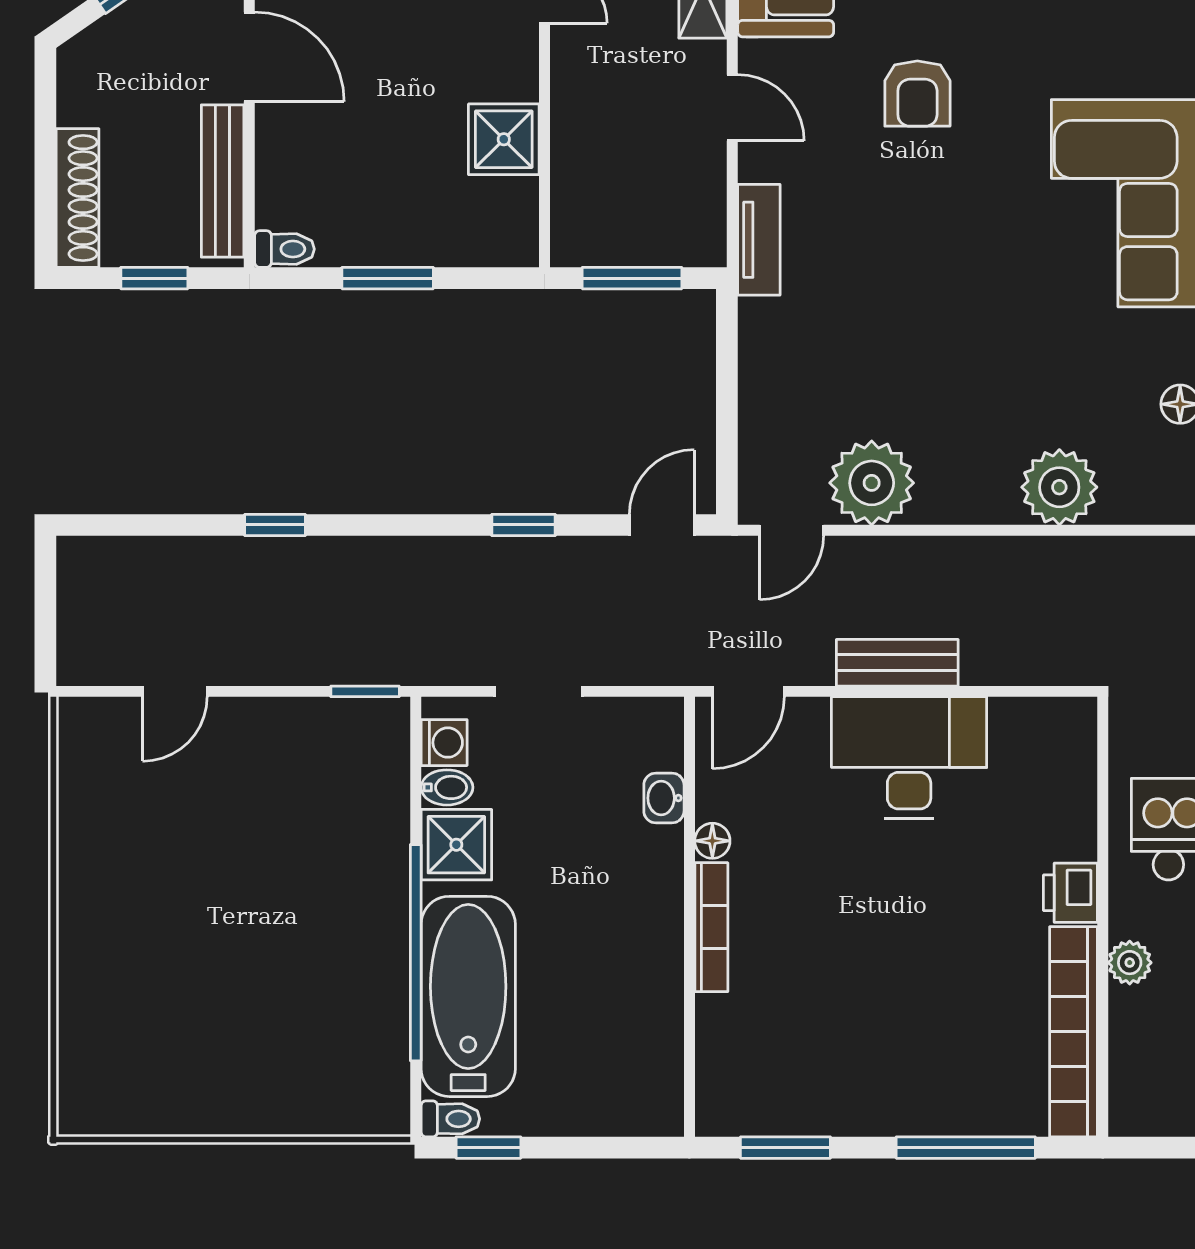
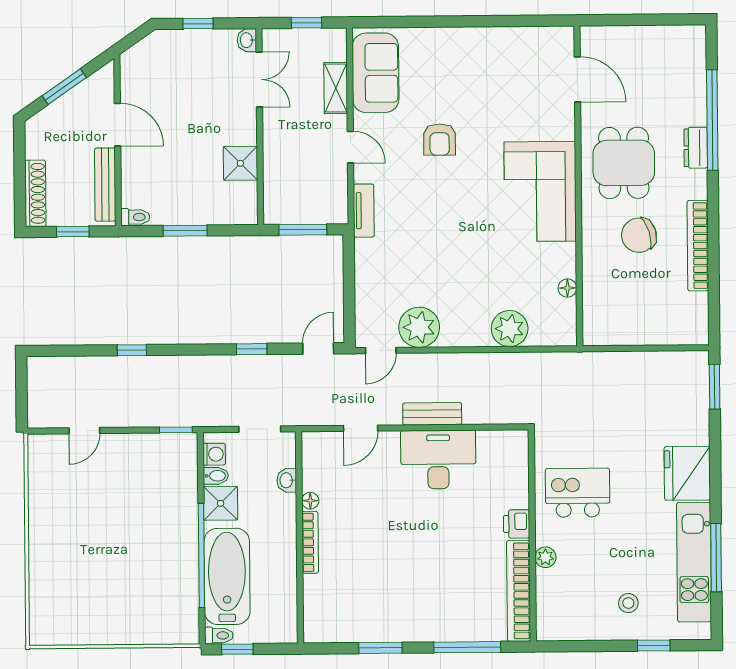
washbasin: (664, 798) -> (287, 480), moved
floor lamp: (712, 841) -> (310, 501), moved
wall: (689, 917) -> (300, 537), moved
bookcase: (711, 927) -> (310, 542), moved

